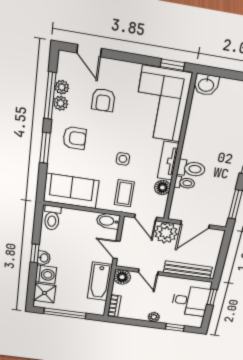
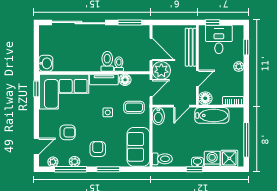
plant: (62, 87) -> (53, 162), moved

